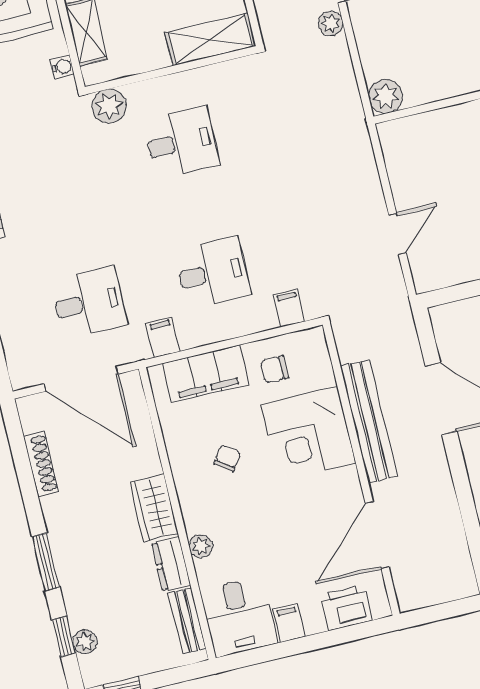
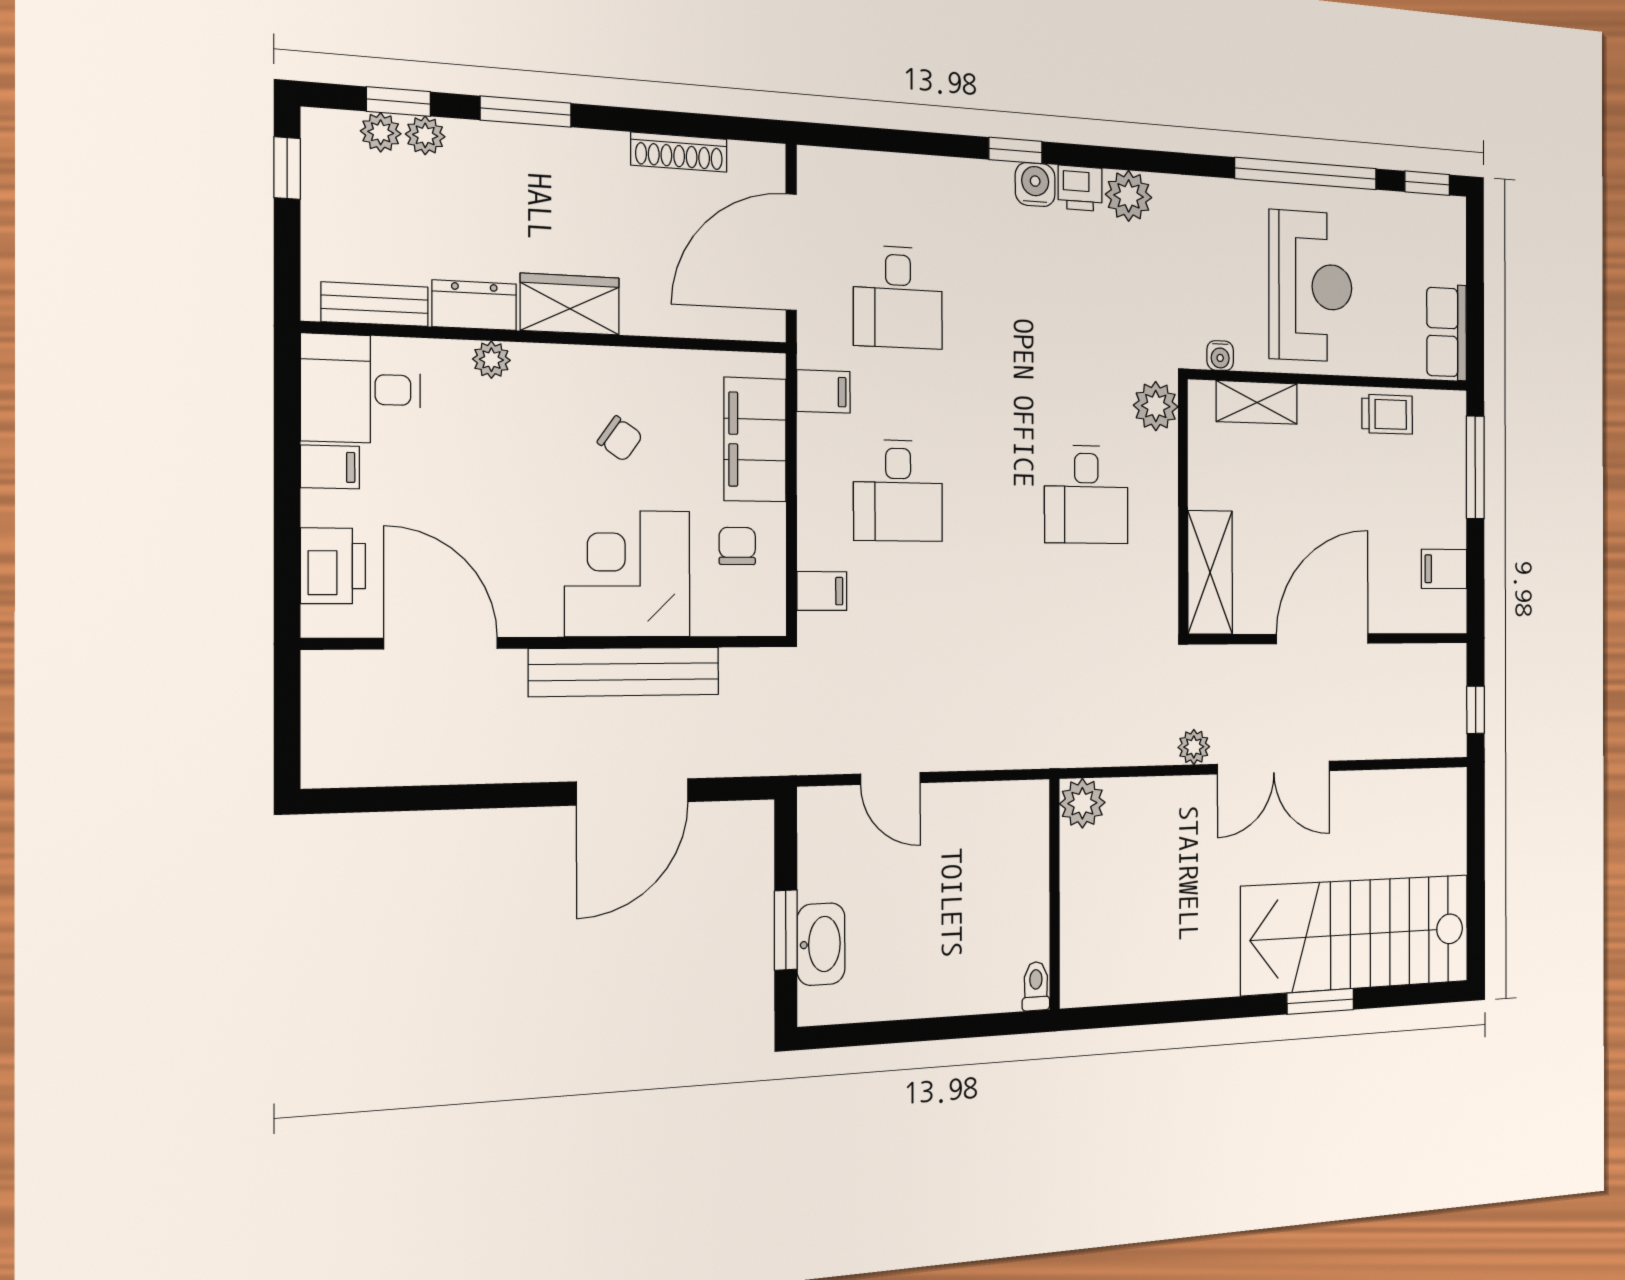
plant: (79, 616) -> (425, 135), added

